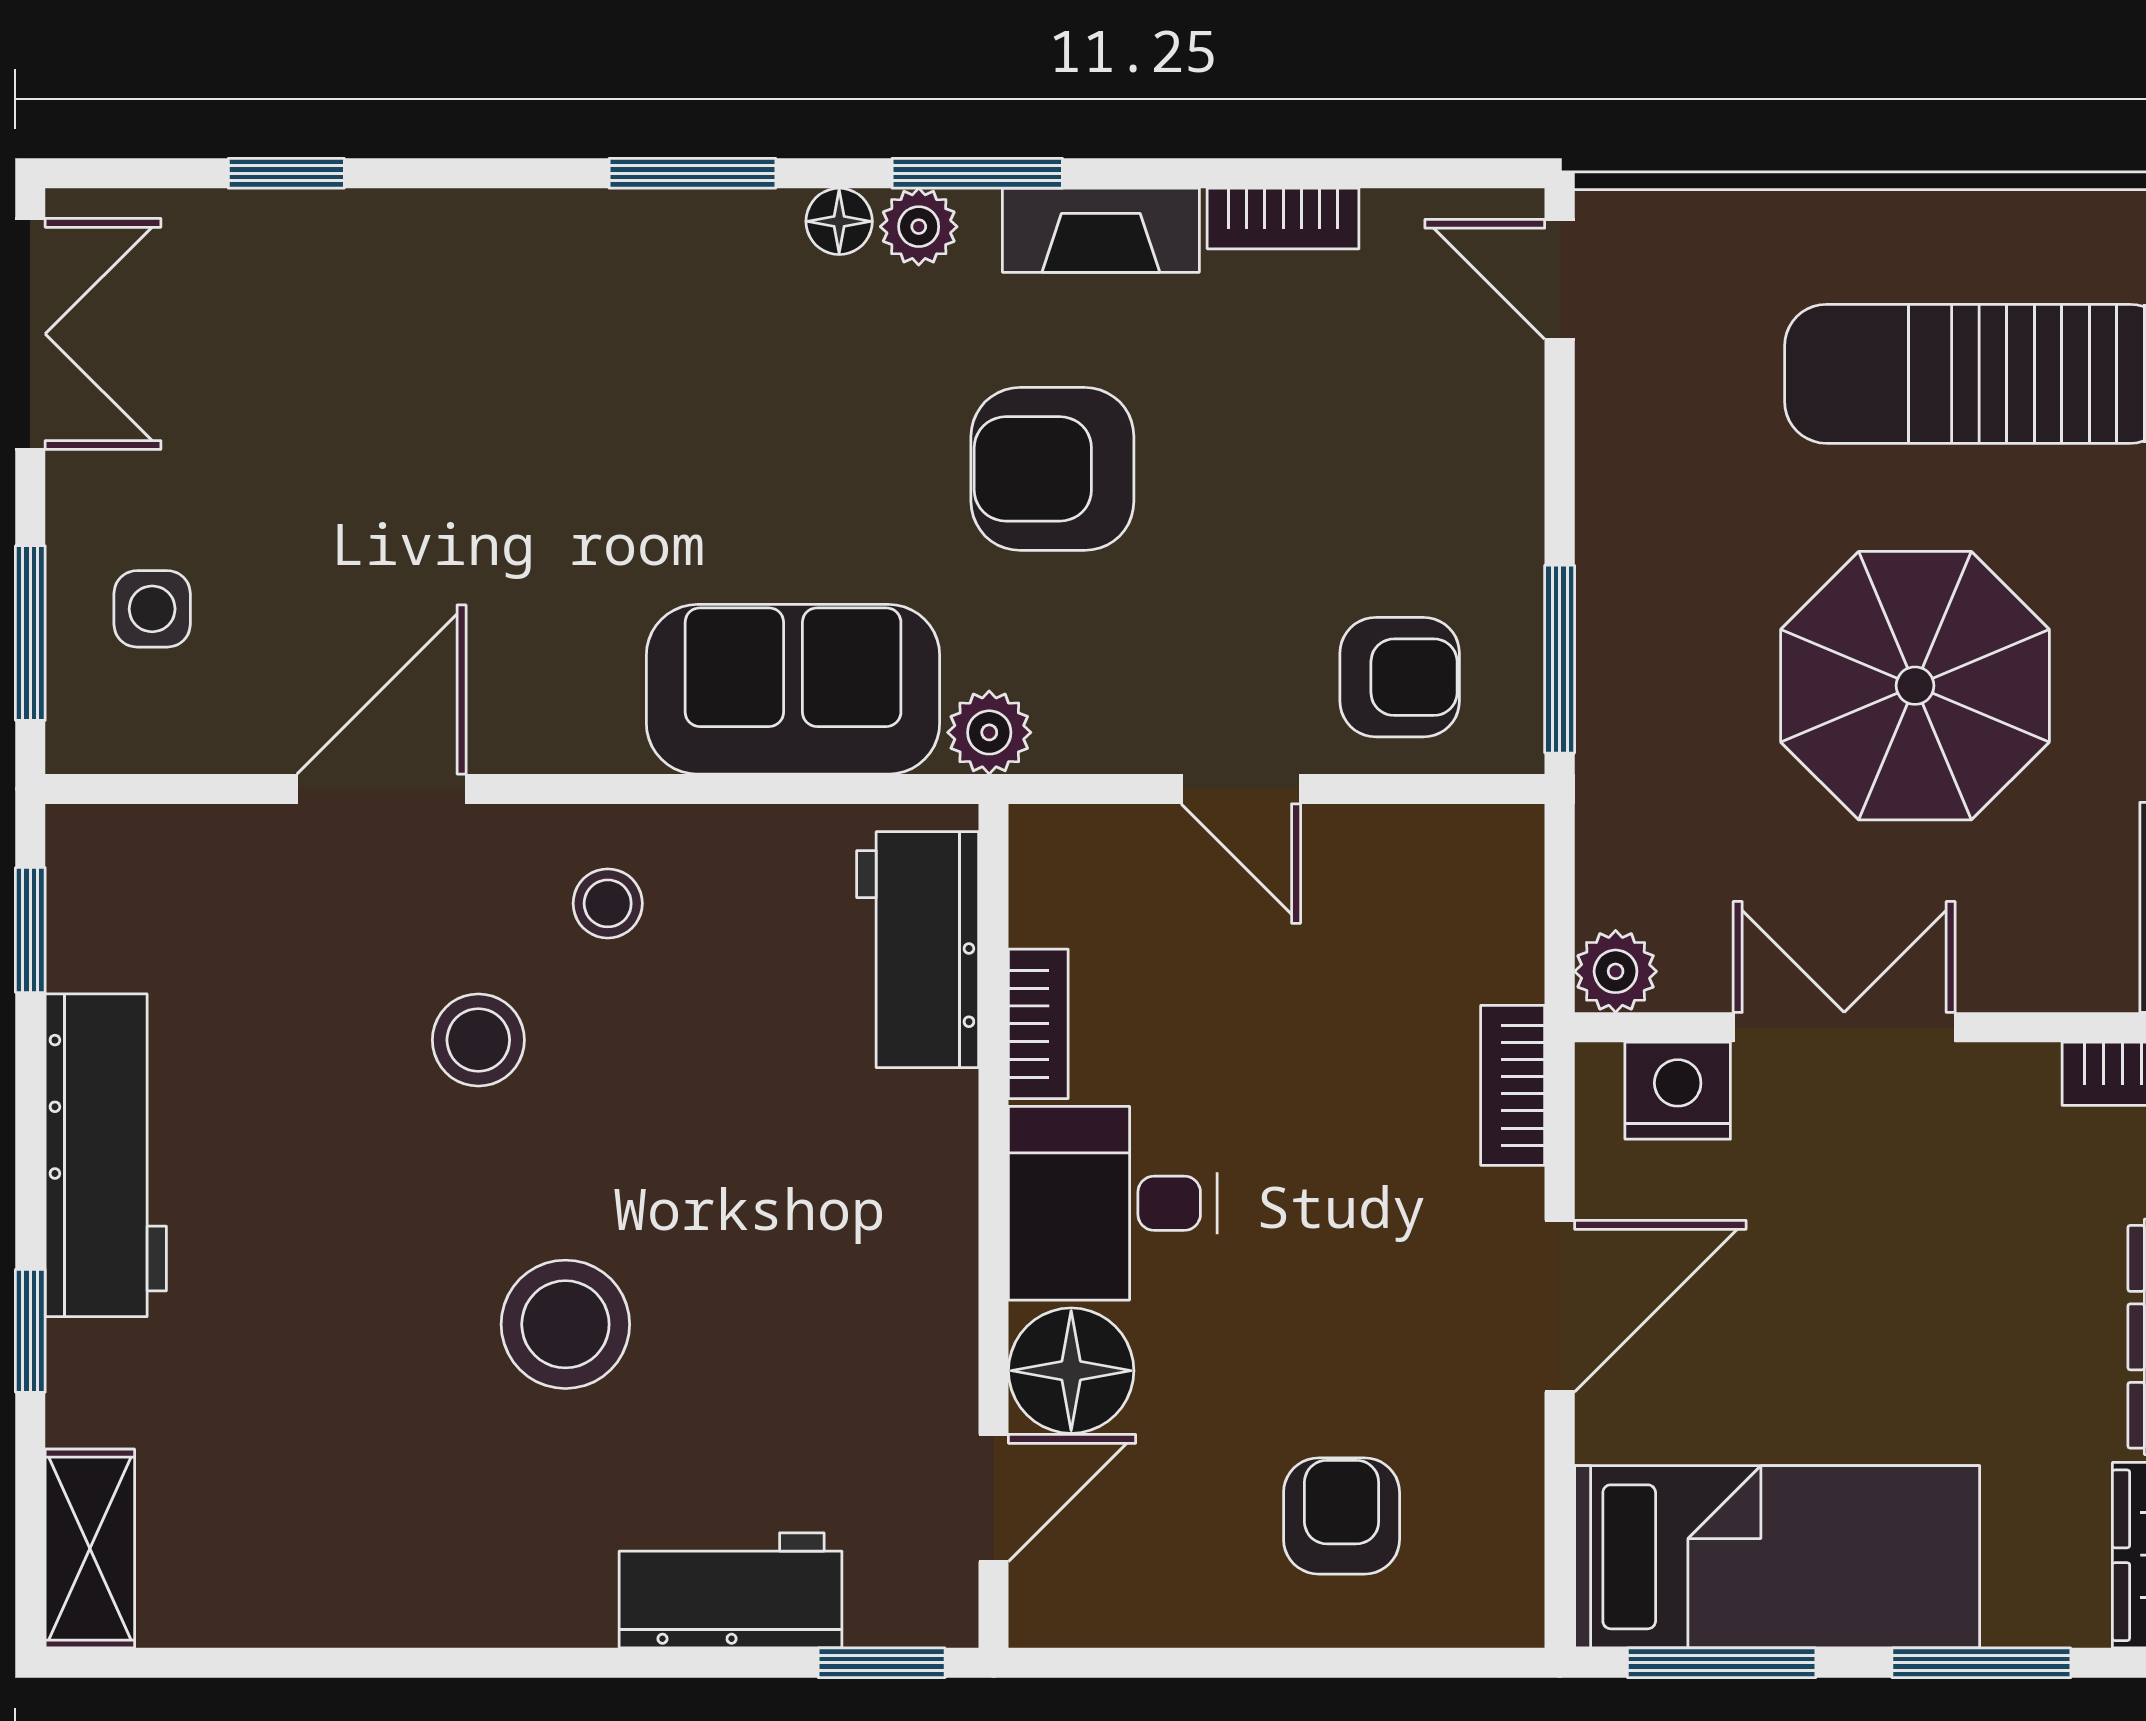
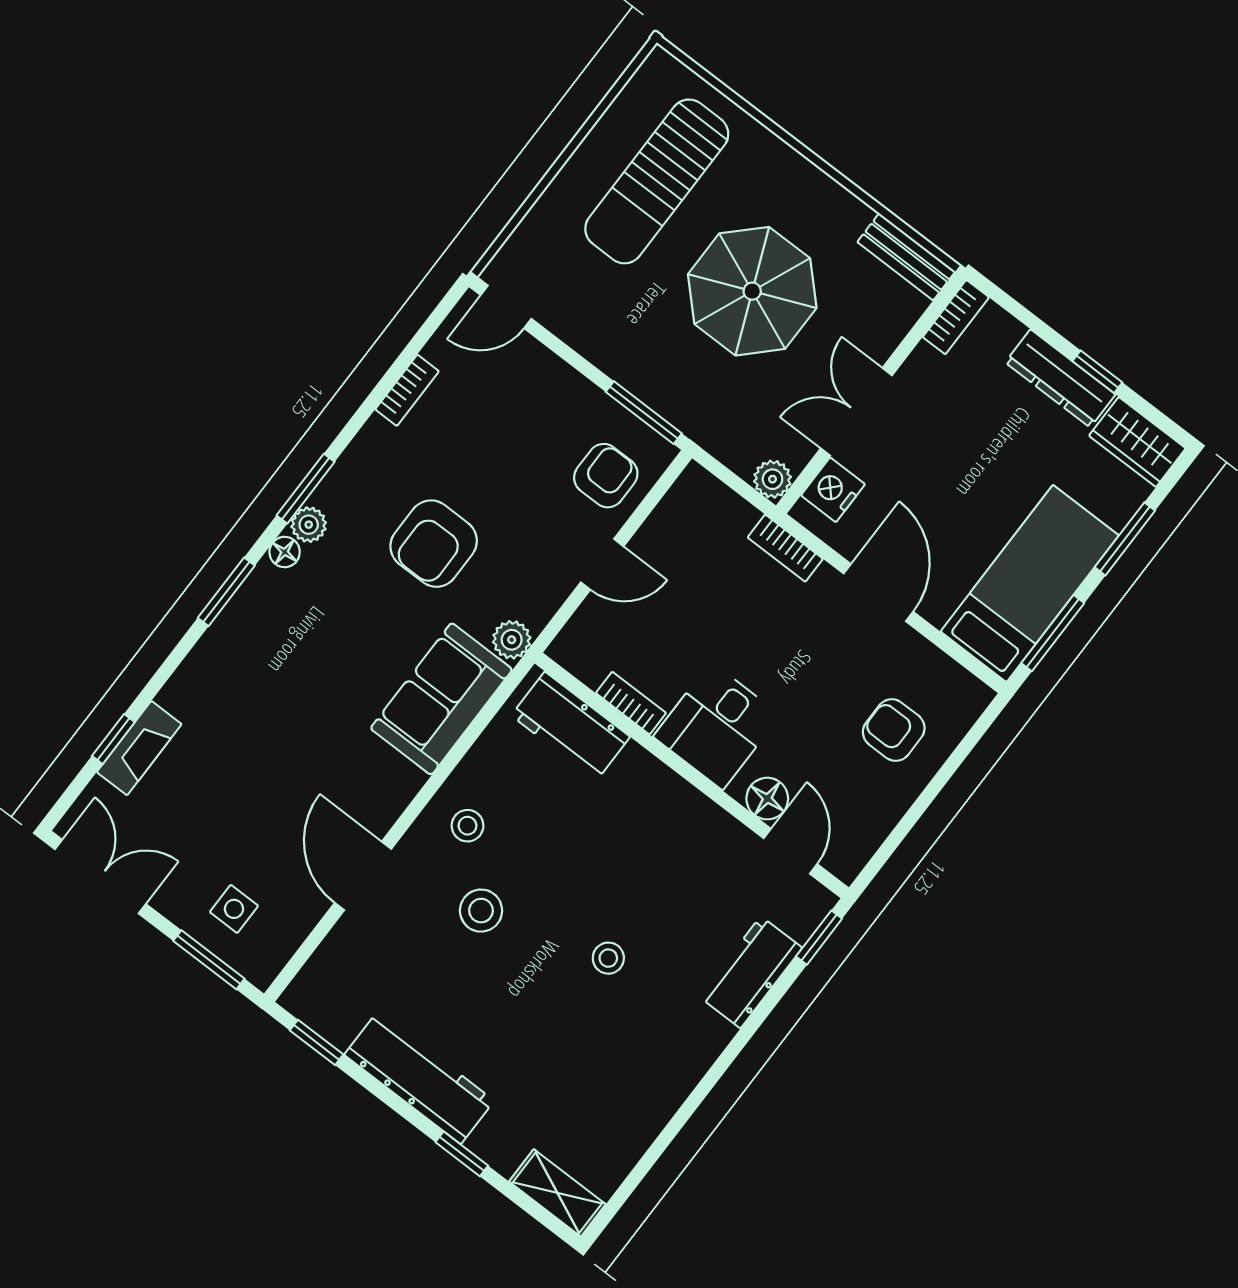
fireplace: (1101, 230) -> (139, 748), moved
stool: (565, 1324) -> (608, 958), width x0.53, depth x0.53
floor lamp: (1071, 1371) -> (767, 799), width x0.73, depth x0.73

